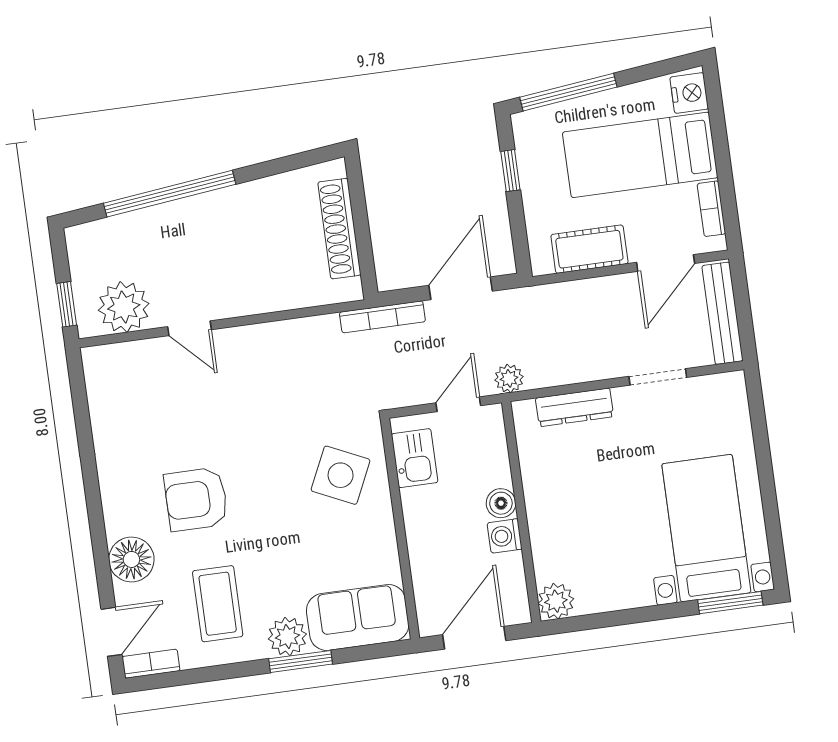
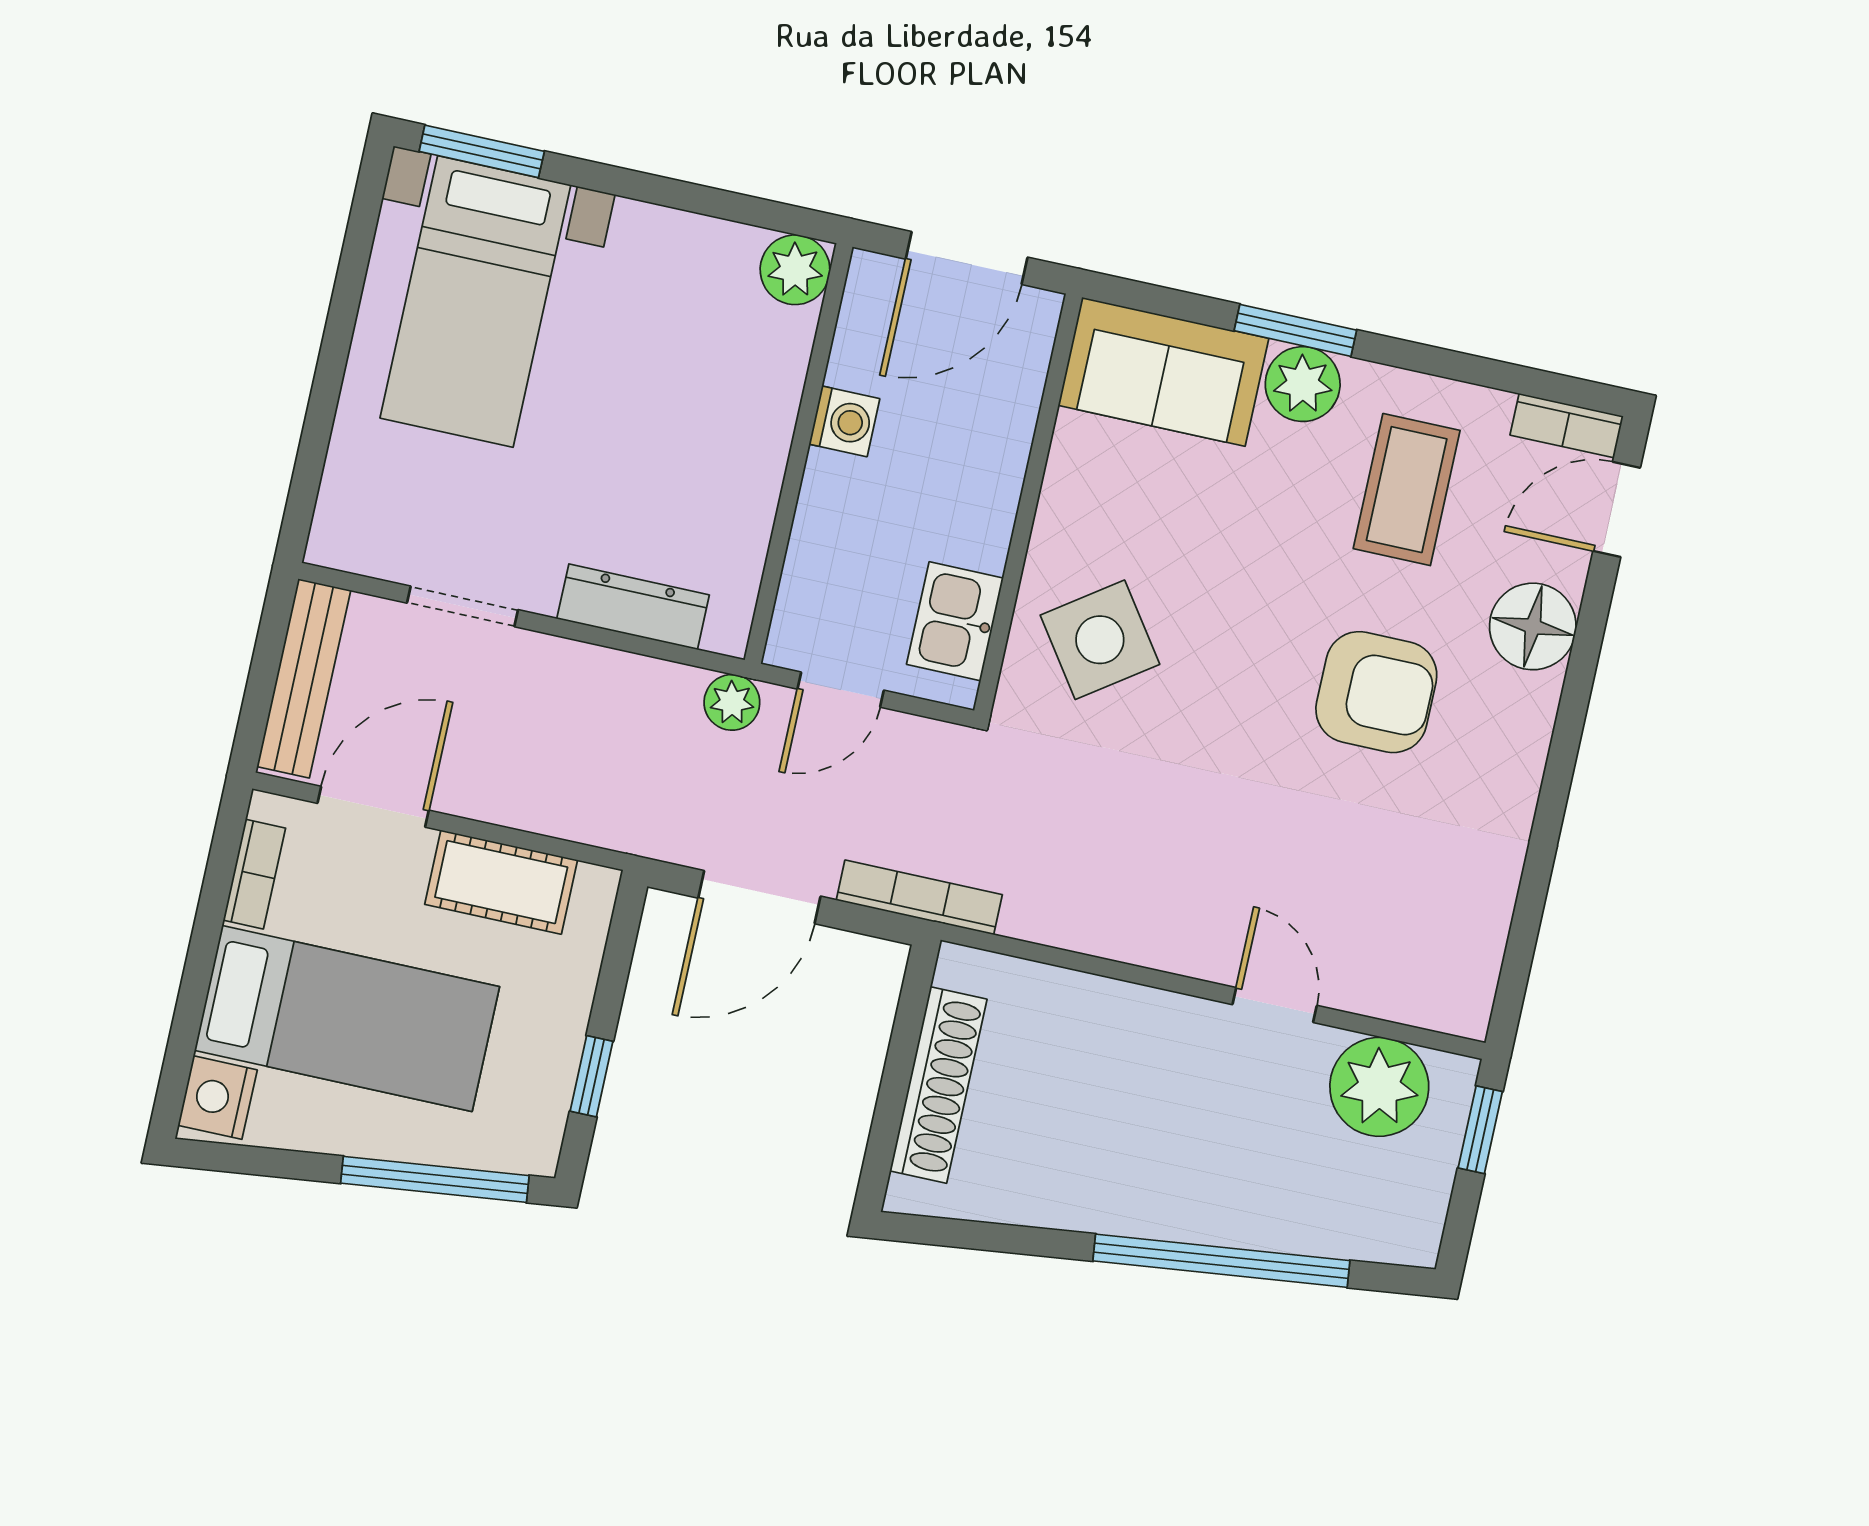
side table: (341, 475) -> (1100, 640), turned 30
boiler: (501, 503) -> (829, 483), removed

